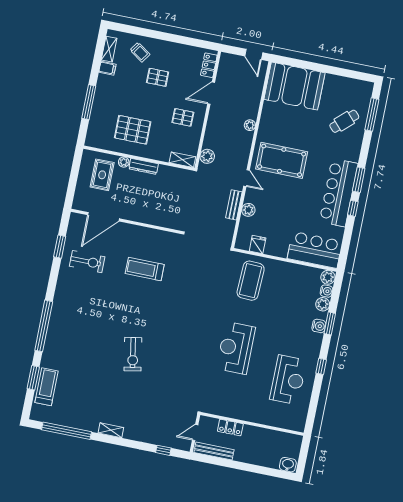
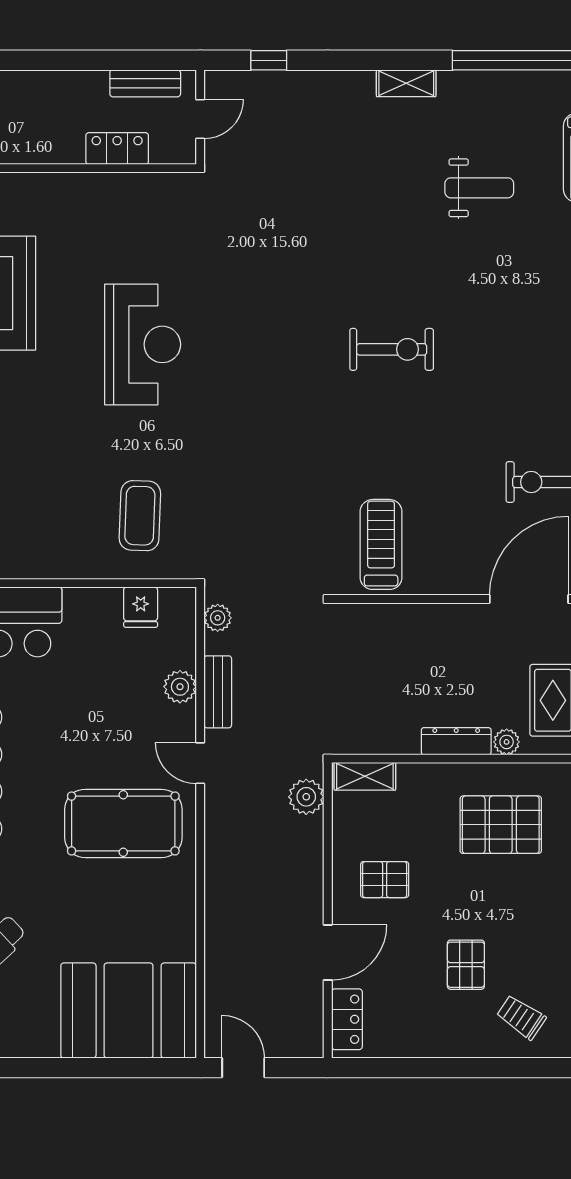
pallet: (158, 77) -> (466, 965), turned 90
plant: (250, 125) -> (218, 618), moved
treadmill: (145, 269) -> (381, 544), moved, turned -90
coffee table: (251, 281) -> (140, 516), width x0.73, depth x0.76
exercise bike: (133, 354) -> (392, 349), moved, turned 100
weight bench: (90, 383) -> (479, 188), added
bench: (214, 451) -> (145, 83), width x0.73

